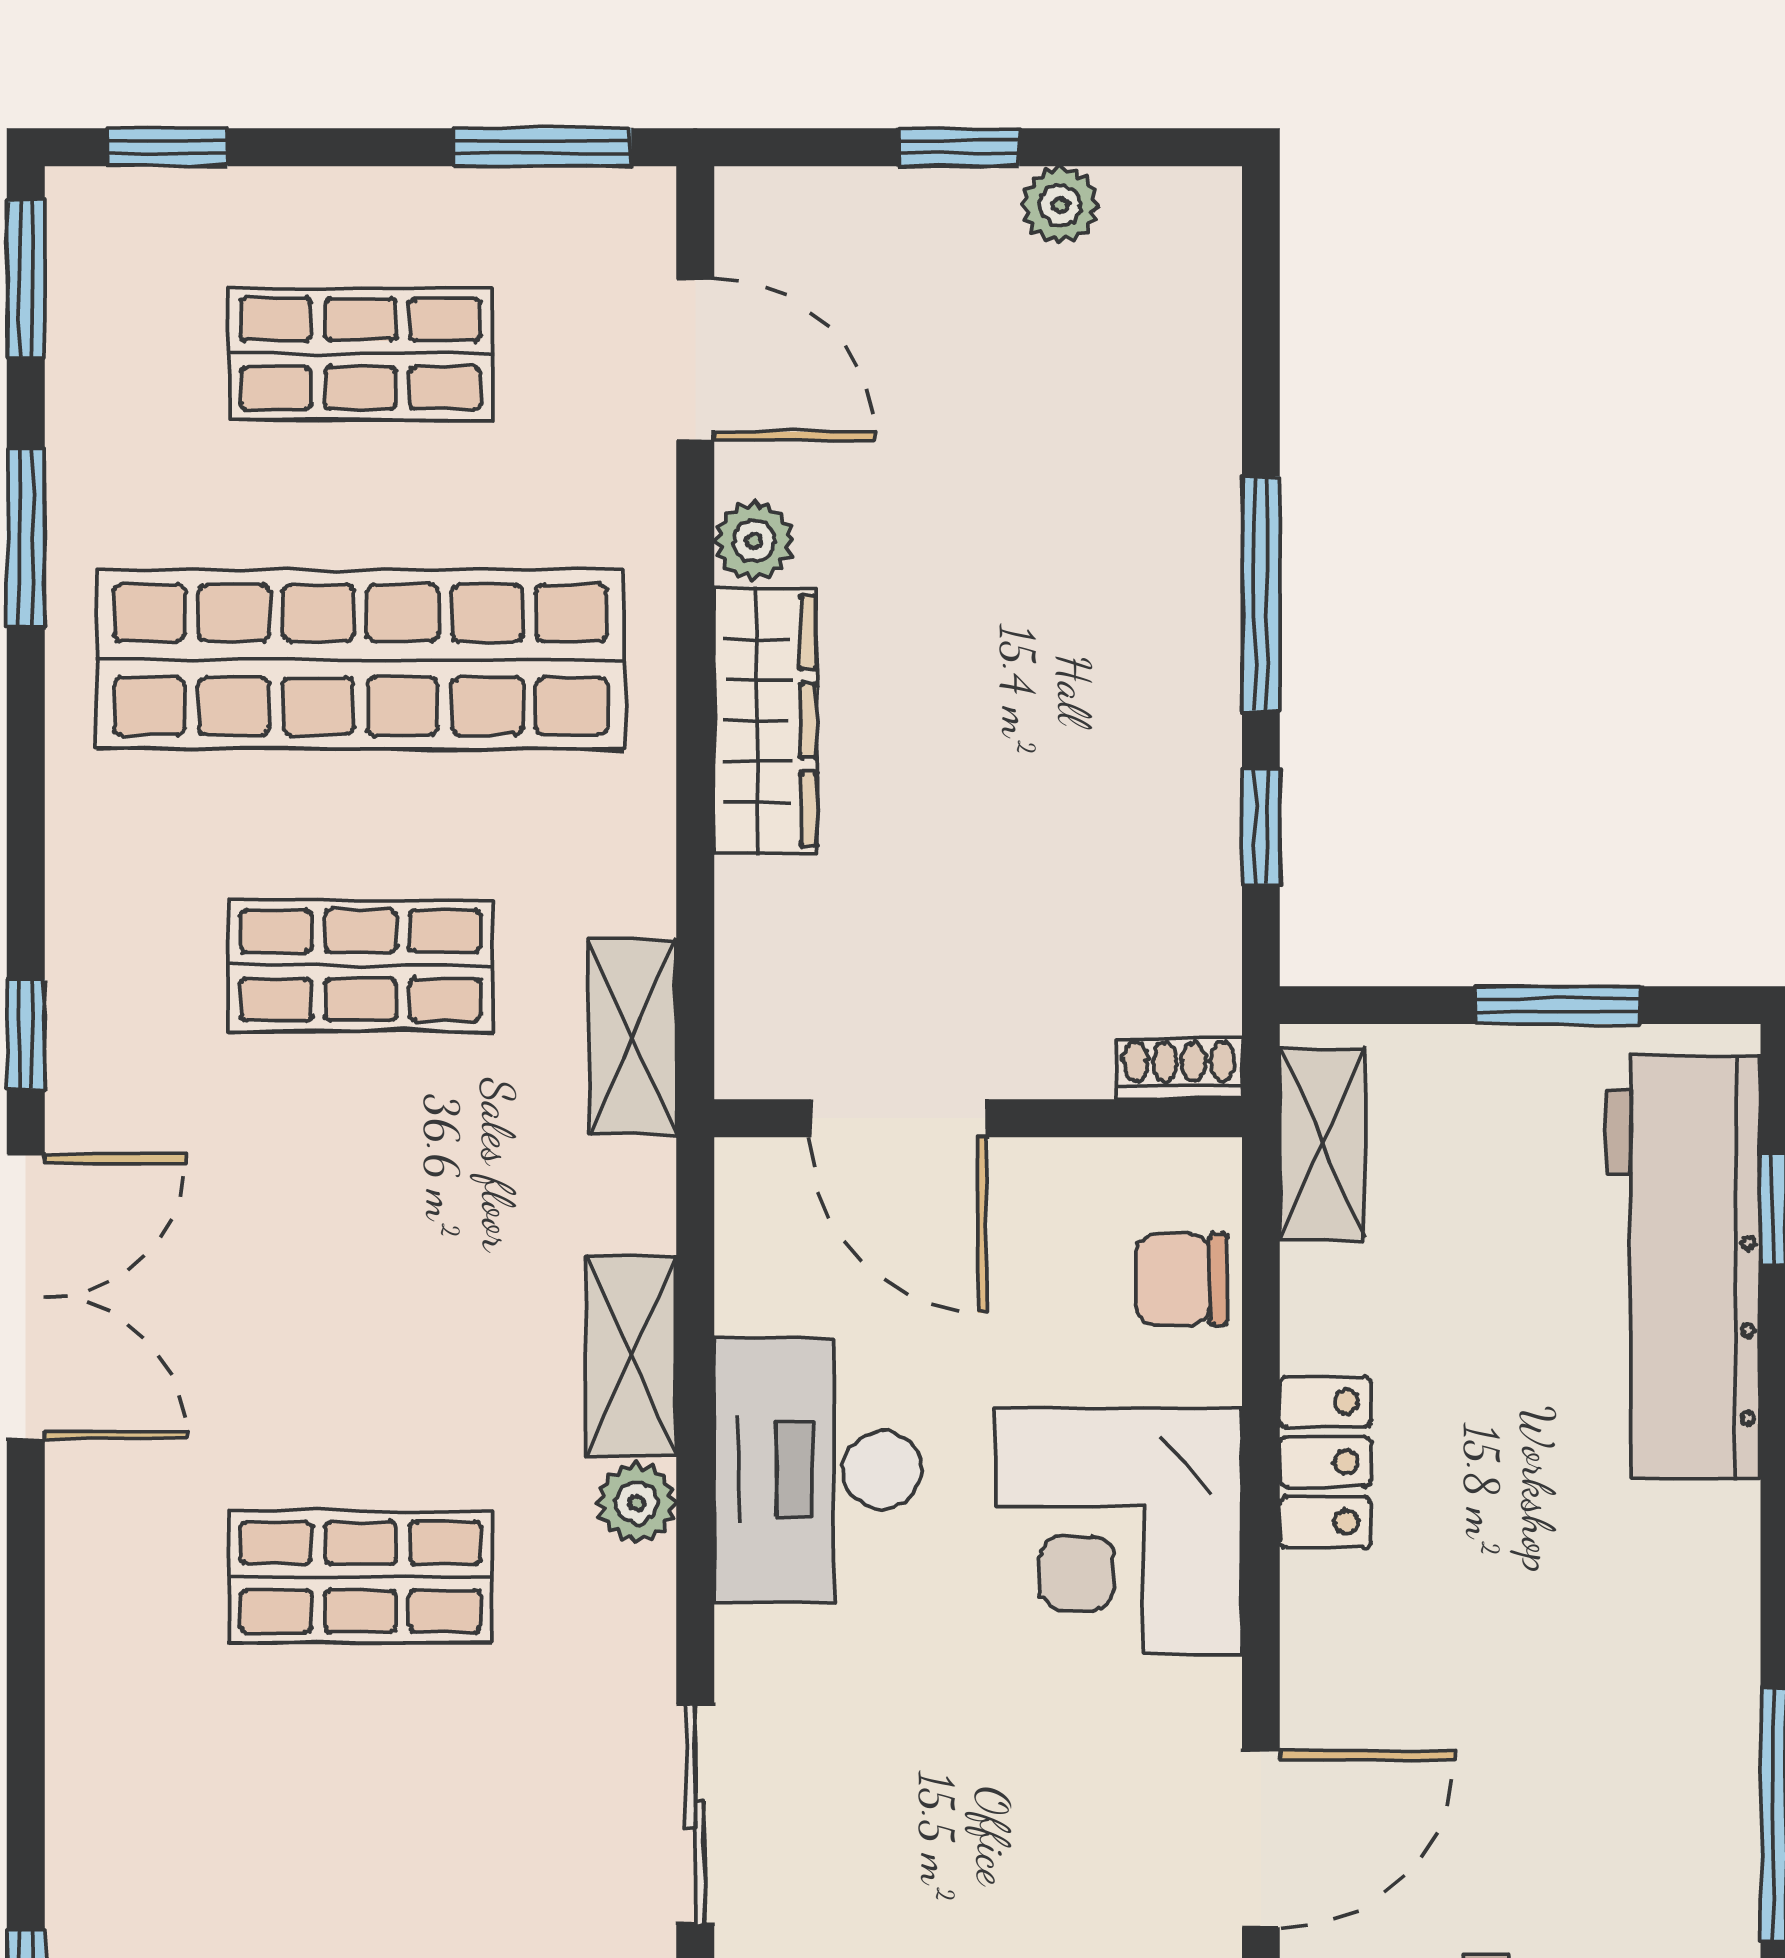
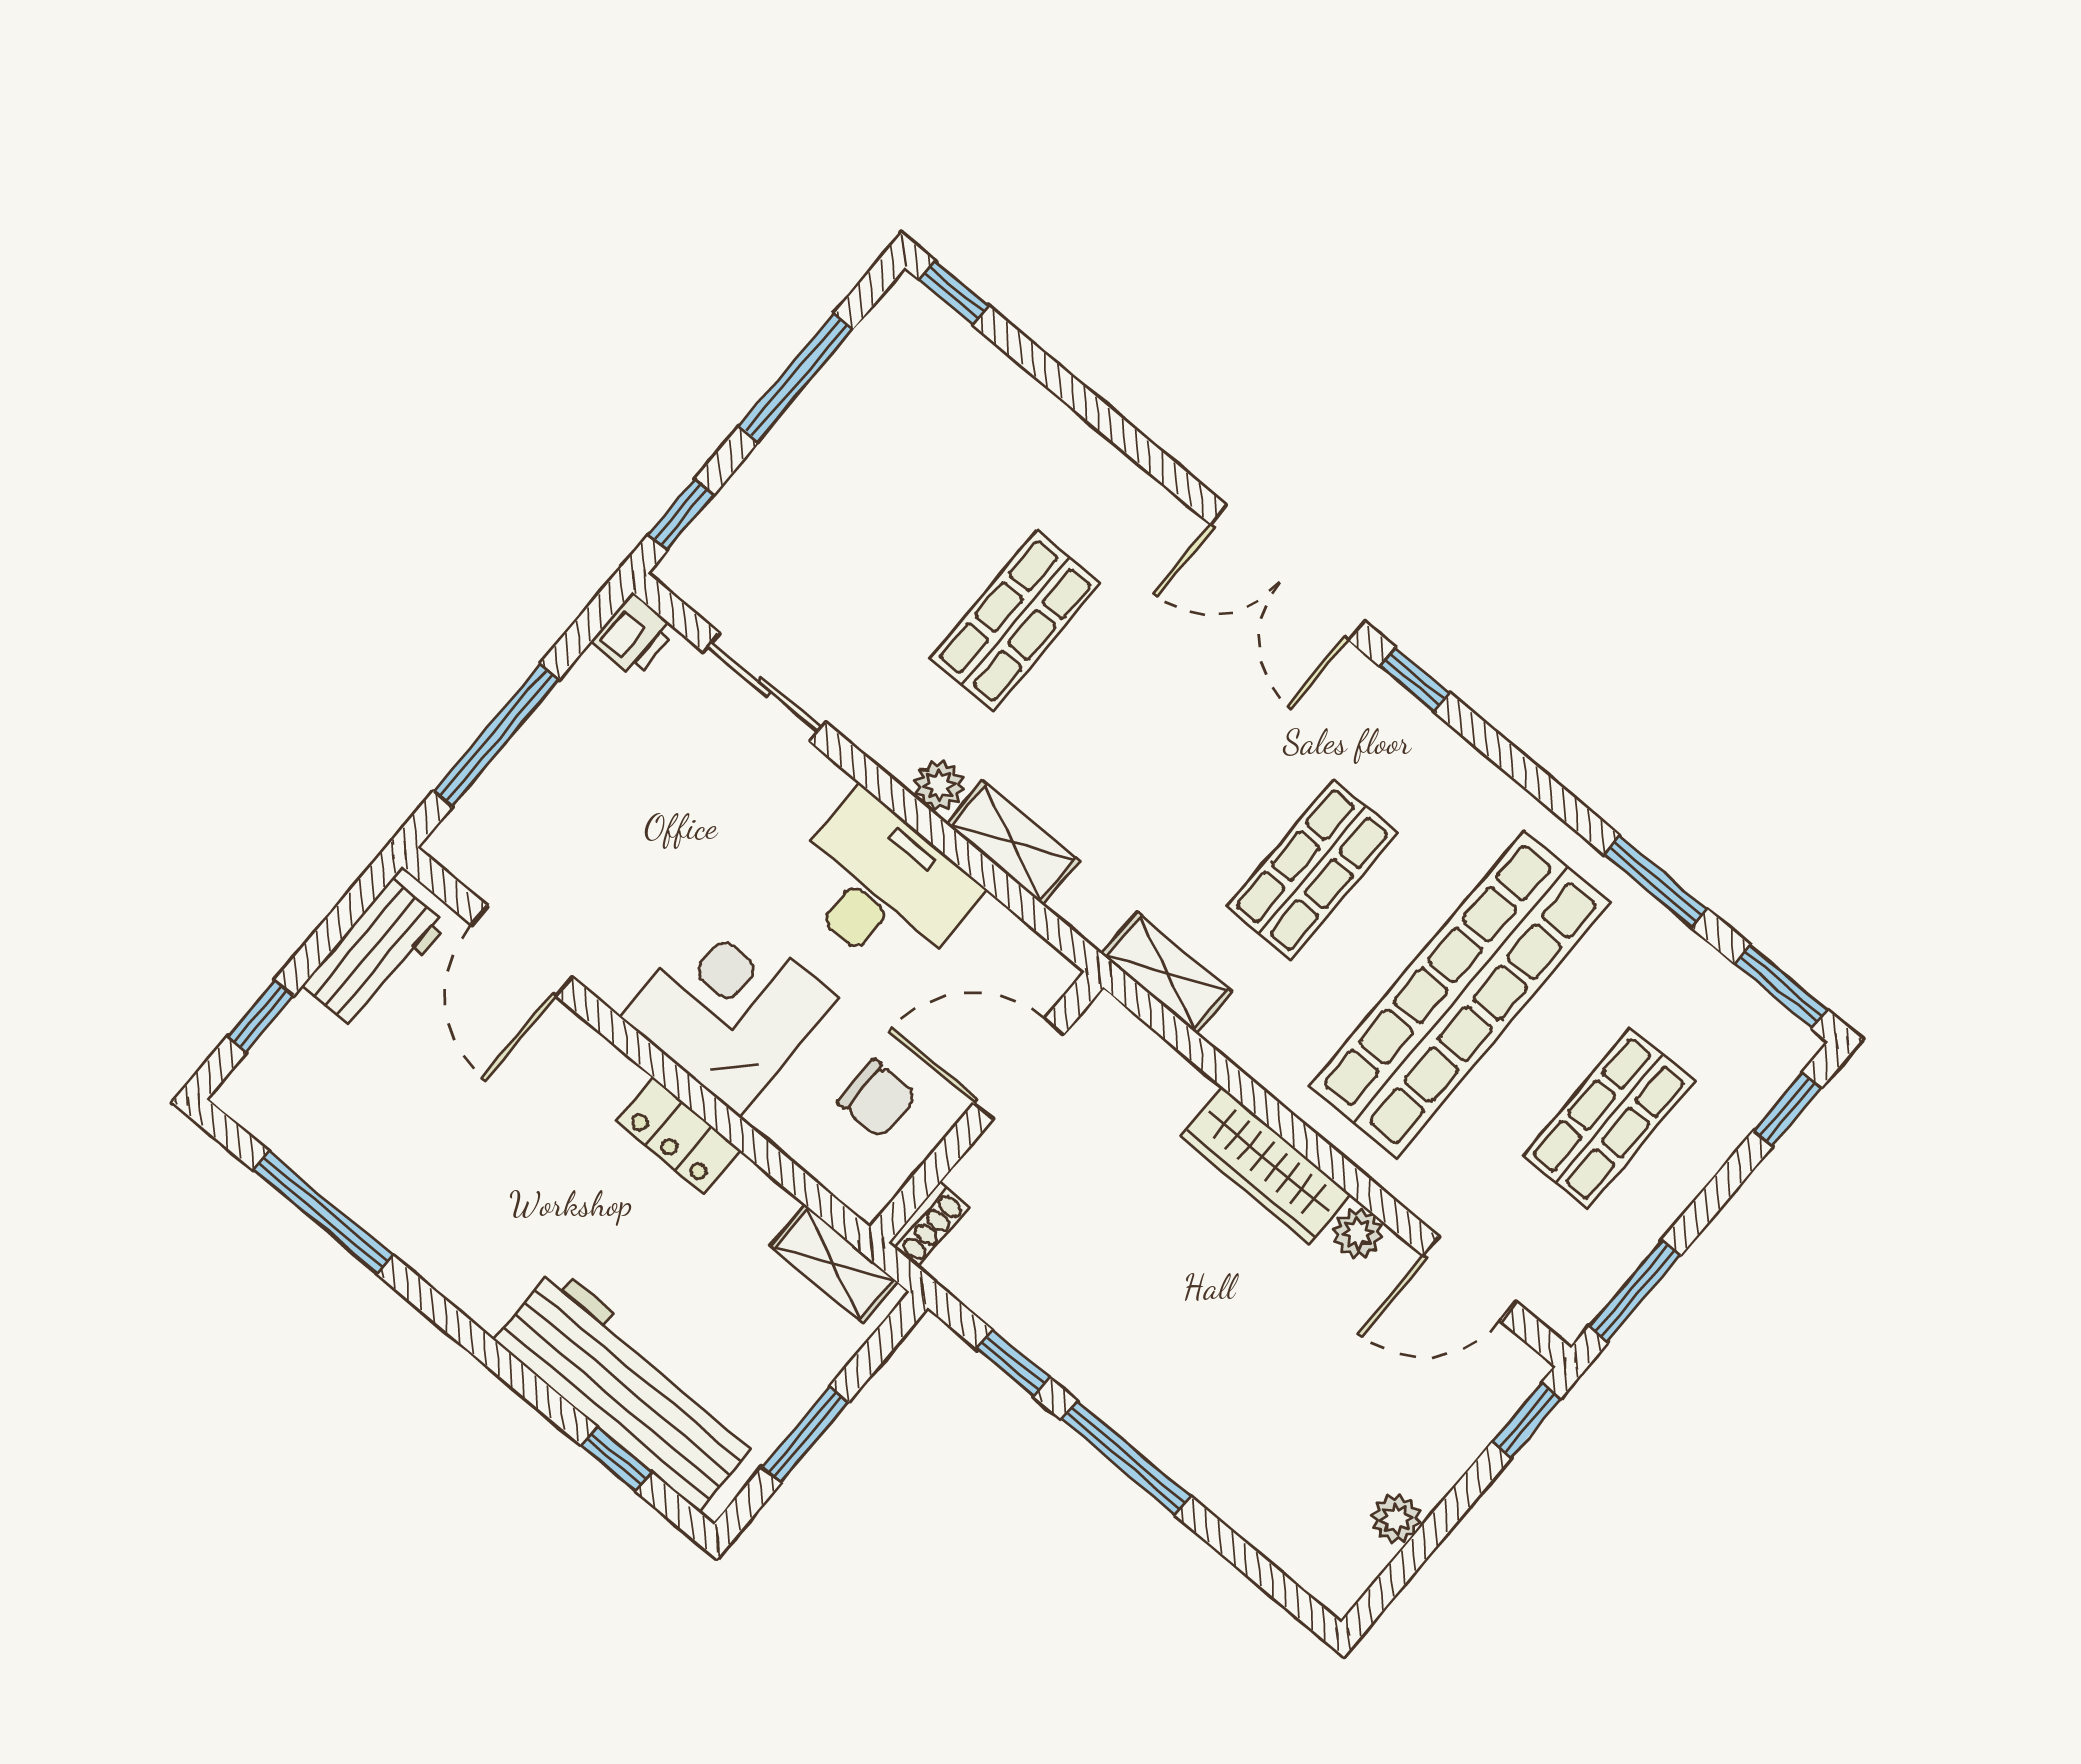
window: (959, 147) -> (1527, 1420), moved
chair: (1181, 1279) -> (877, 1099), moved, turned 90

